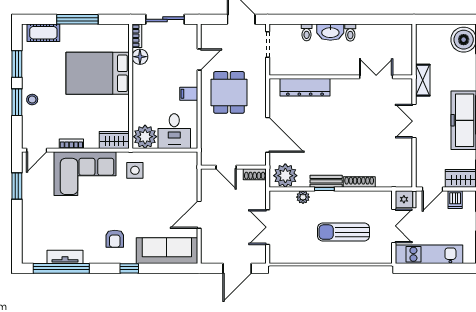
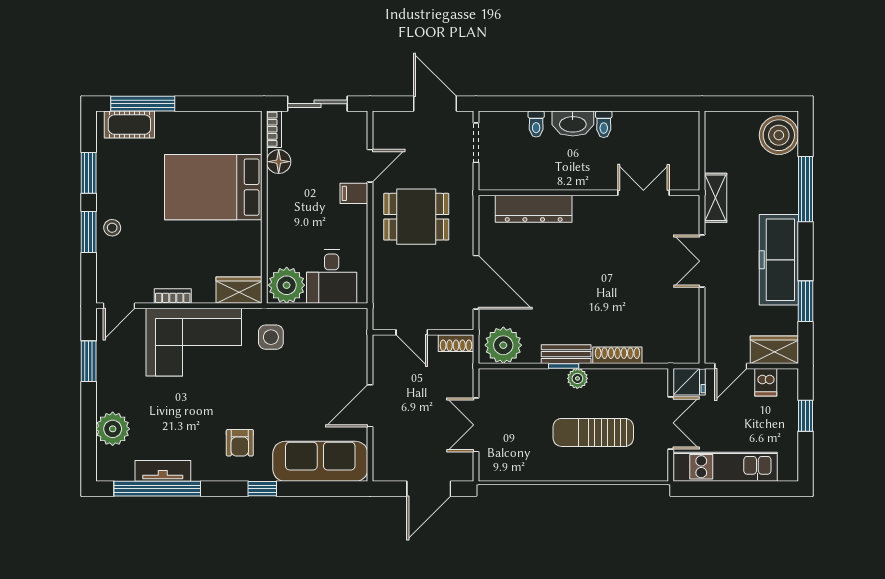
window: (77, 19) -> (143, 104), moved
dining table: (229, 92) -> (416, 217), turned 90
filing cabinet: (189, 94) -> (354, 193), moved
plant: (303, 197) -> (577, 378), moved
plant: (33, 230) -> (113, 429), added

